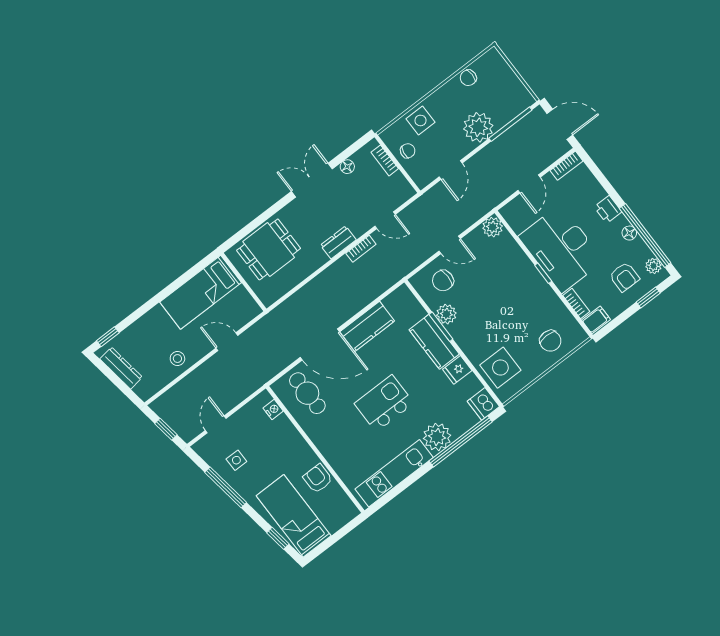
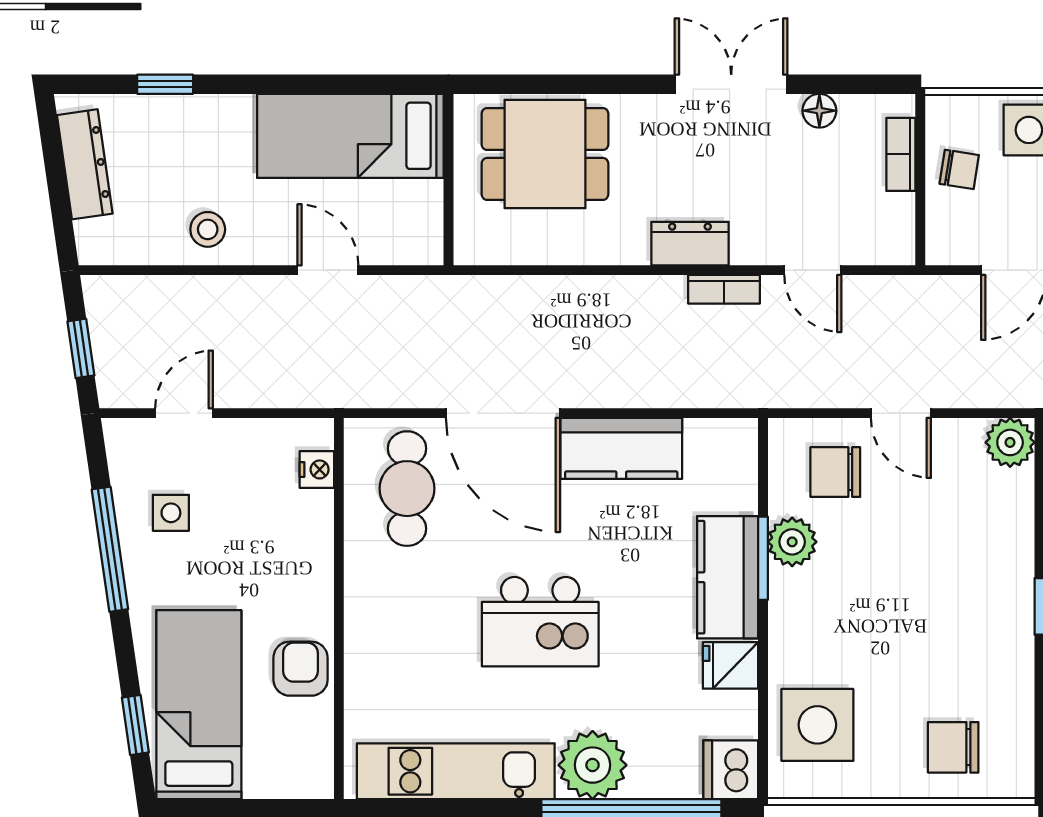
window: (108, 337) -> (165, 84), moved
chair: (550, 341) -> (953, 747), turned 90
kitchen island: (384, 403) -> (540, 622), turned 180

